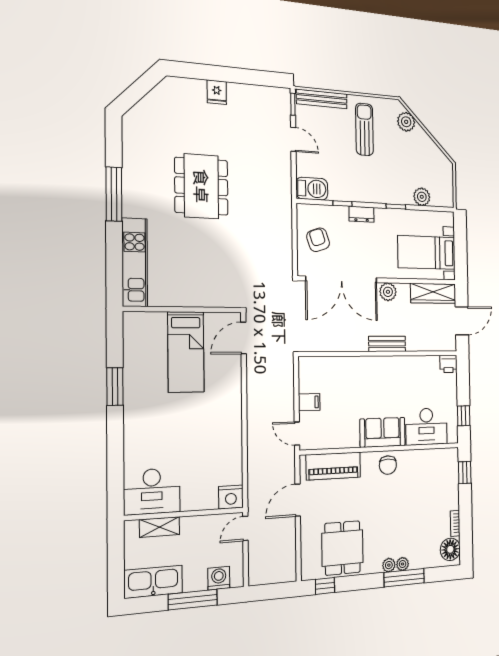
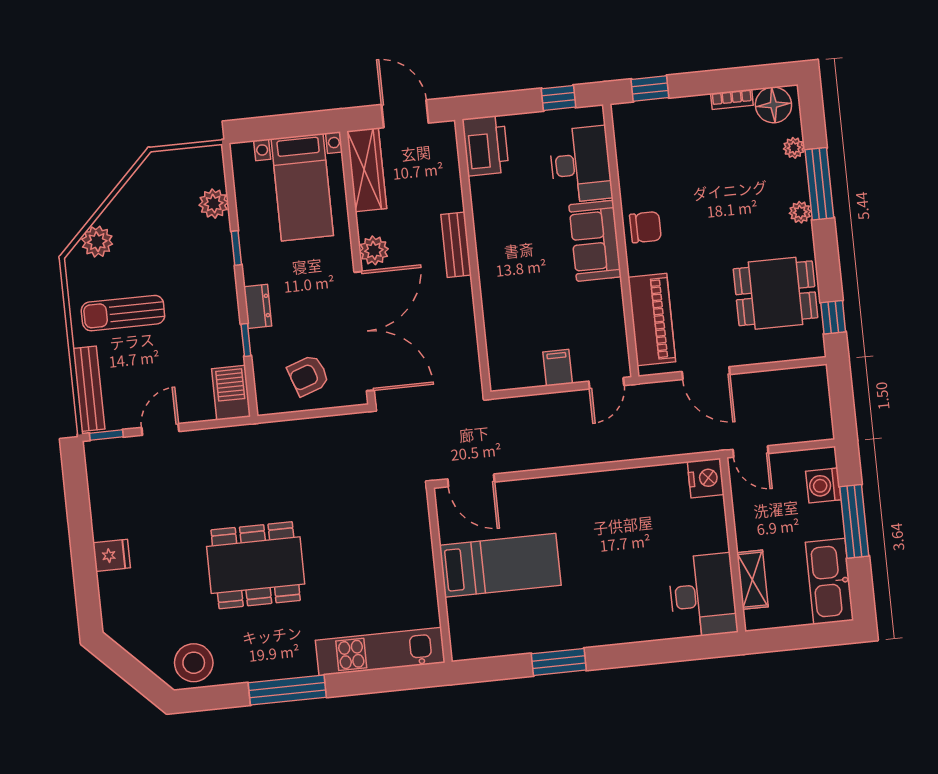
stool: (139, 133) -> (194, 663), added
printer: (448, 364) -> (486, 146), width x1.87, depth x1.48
plant: (403, 564) -> (794, 148), moved

